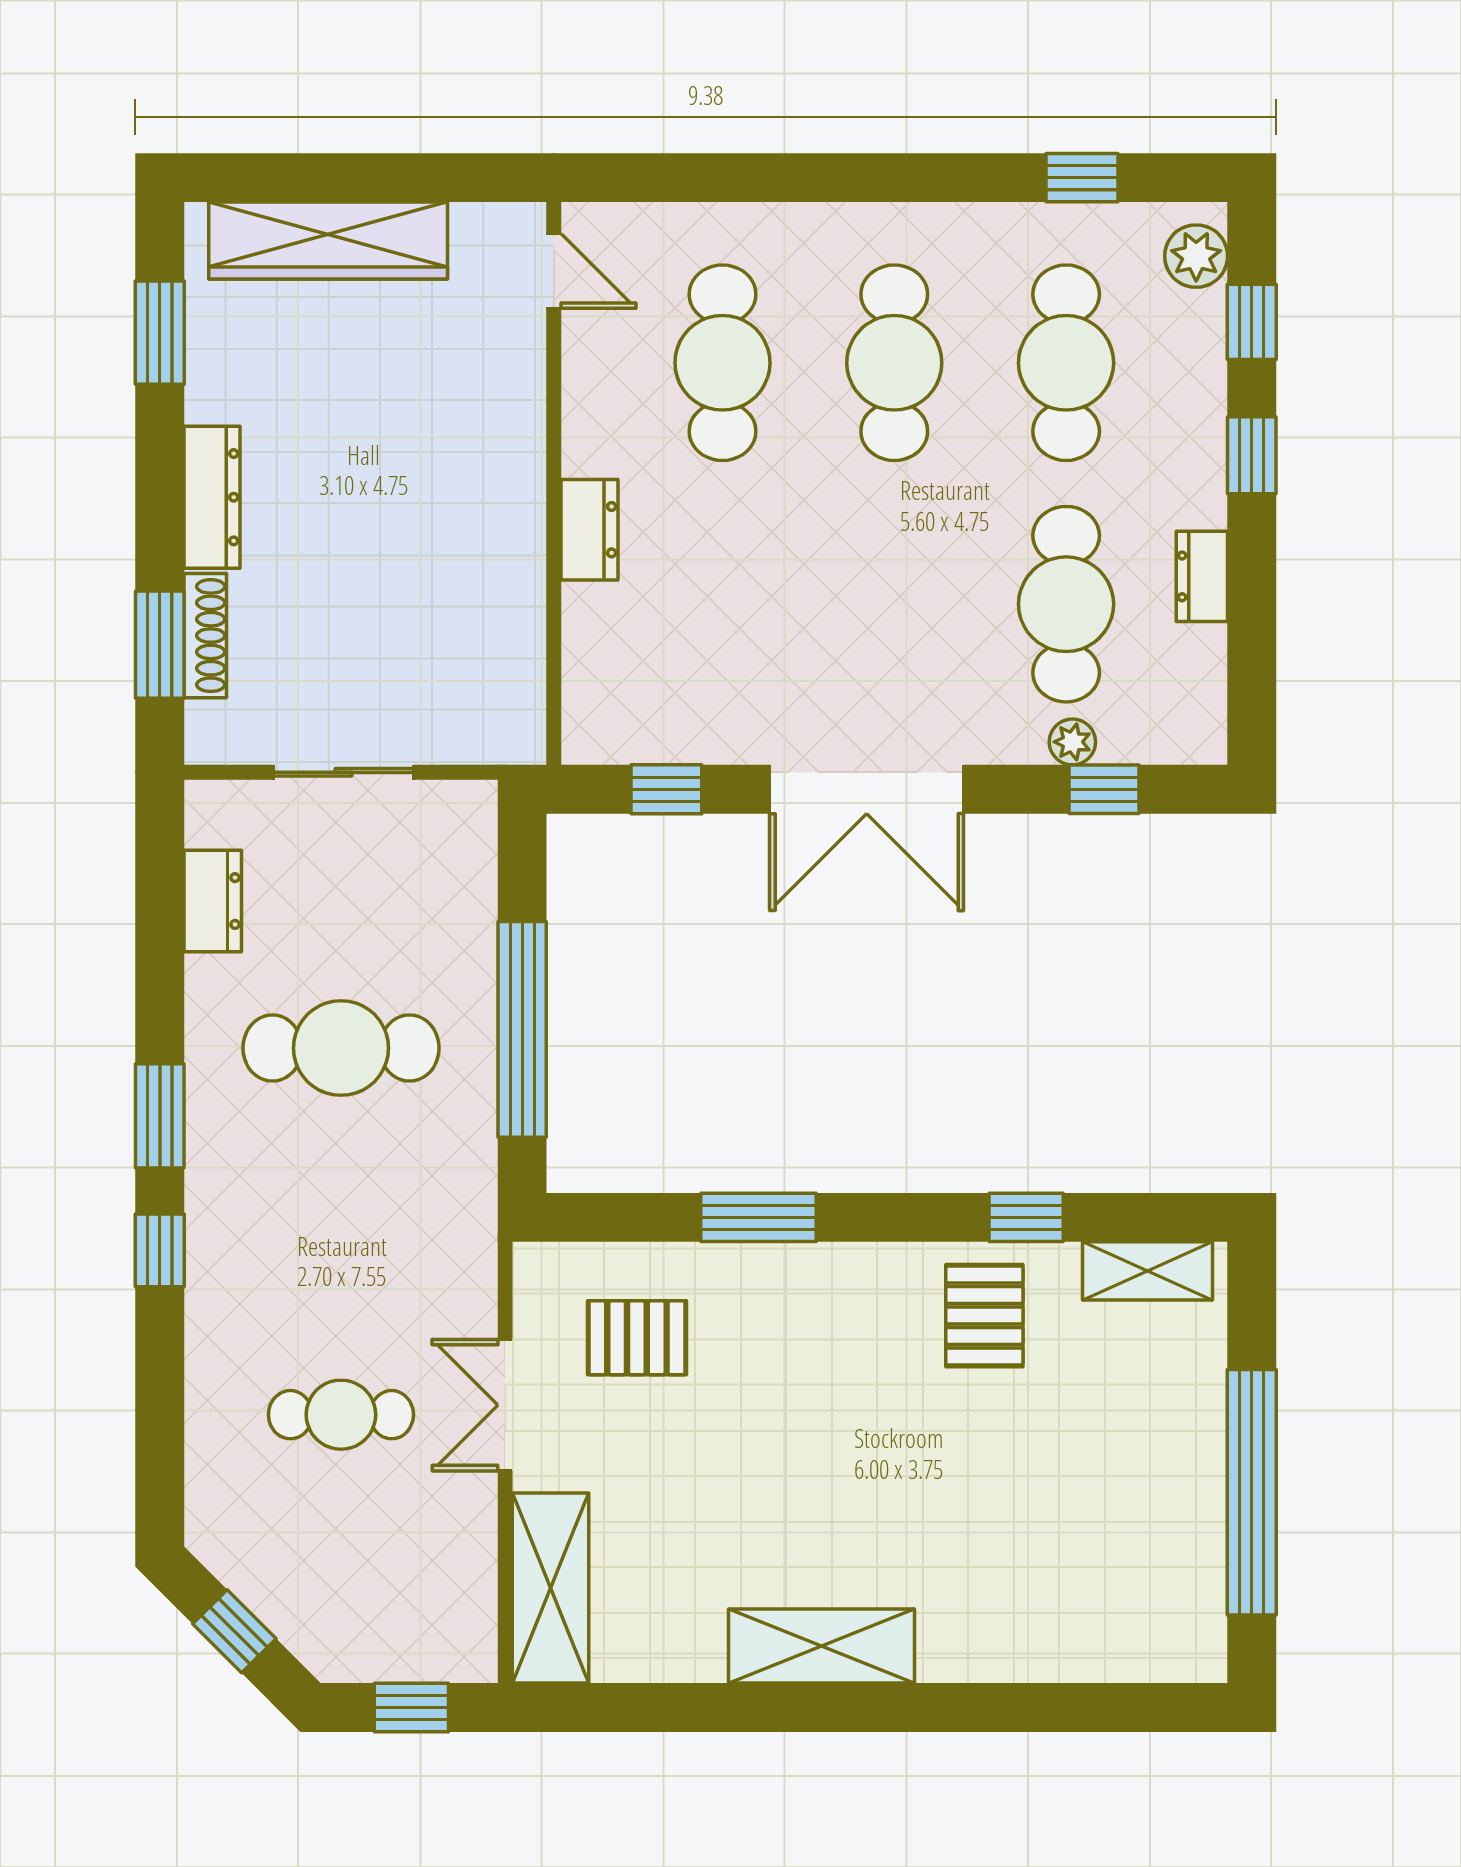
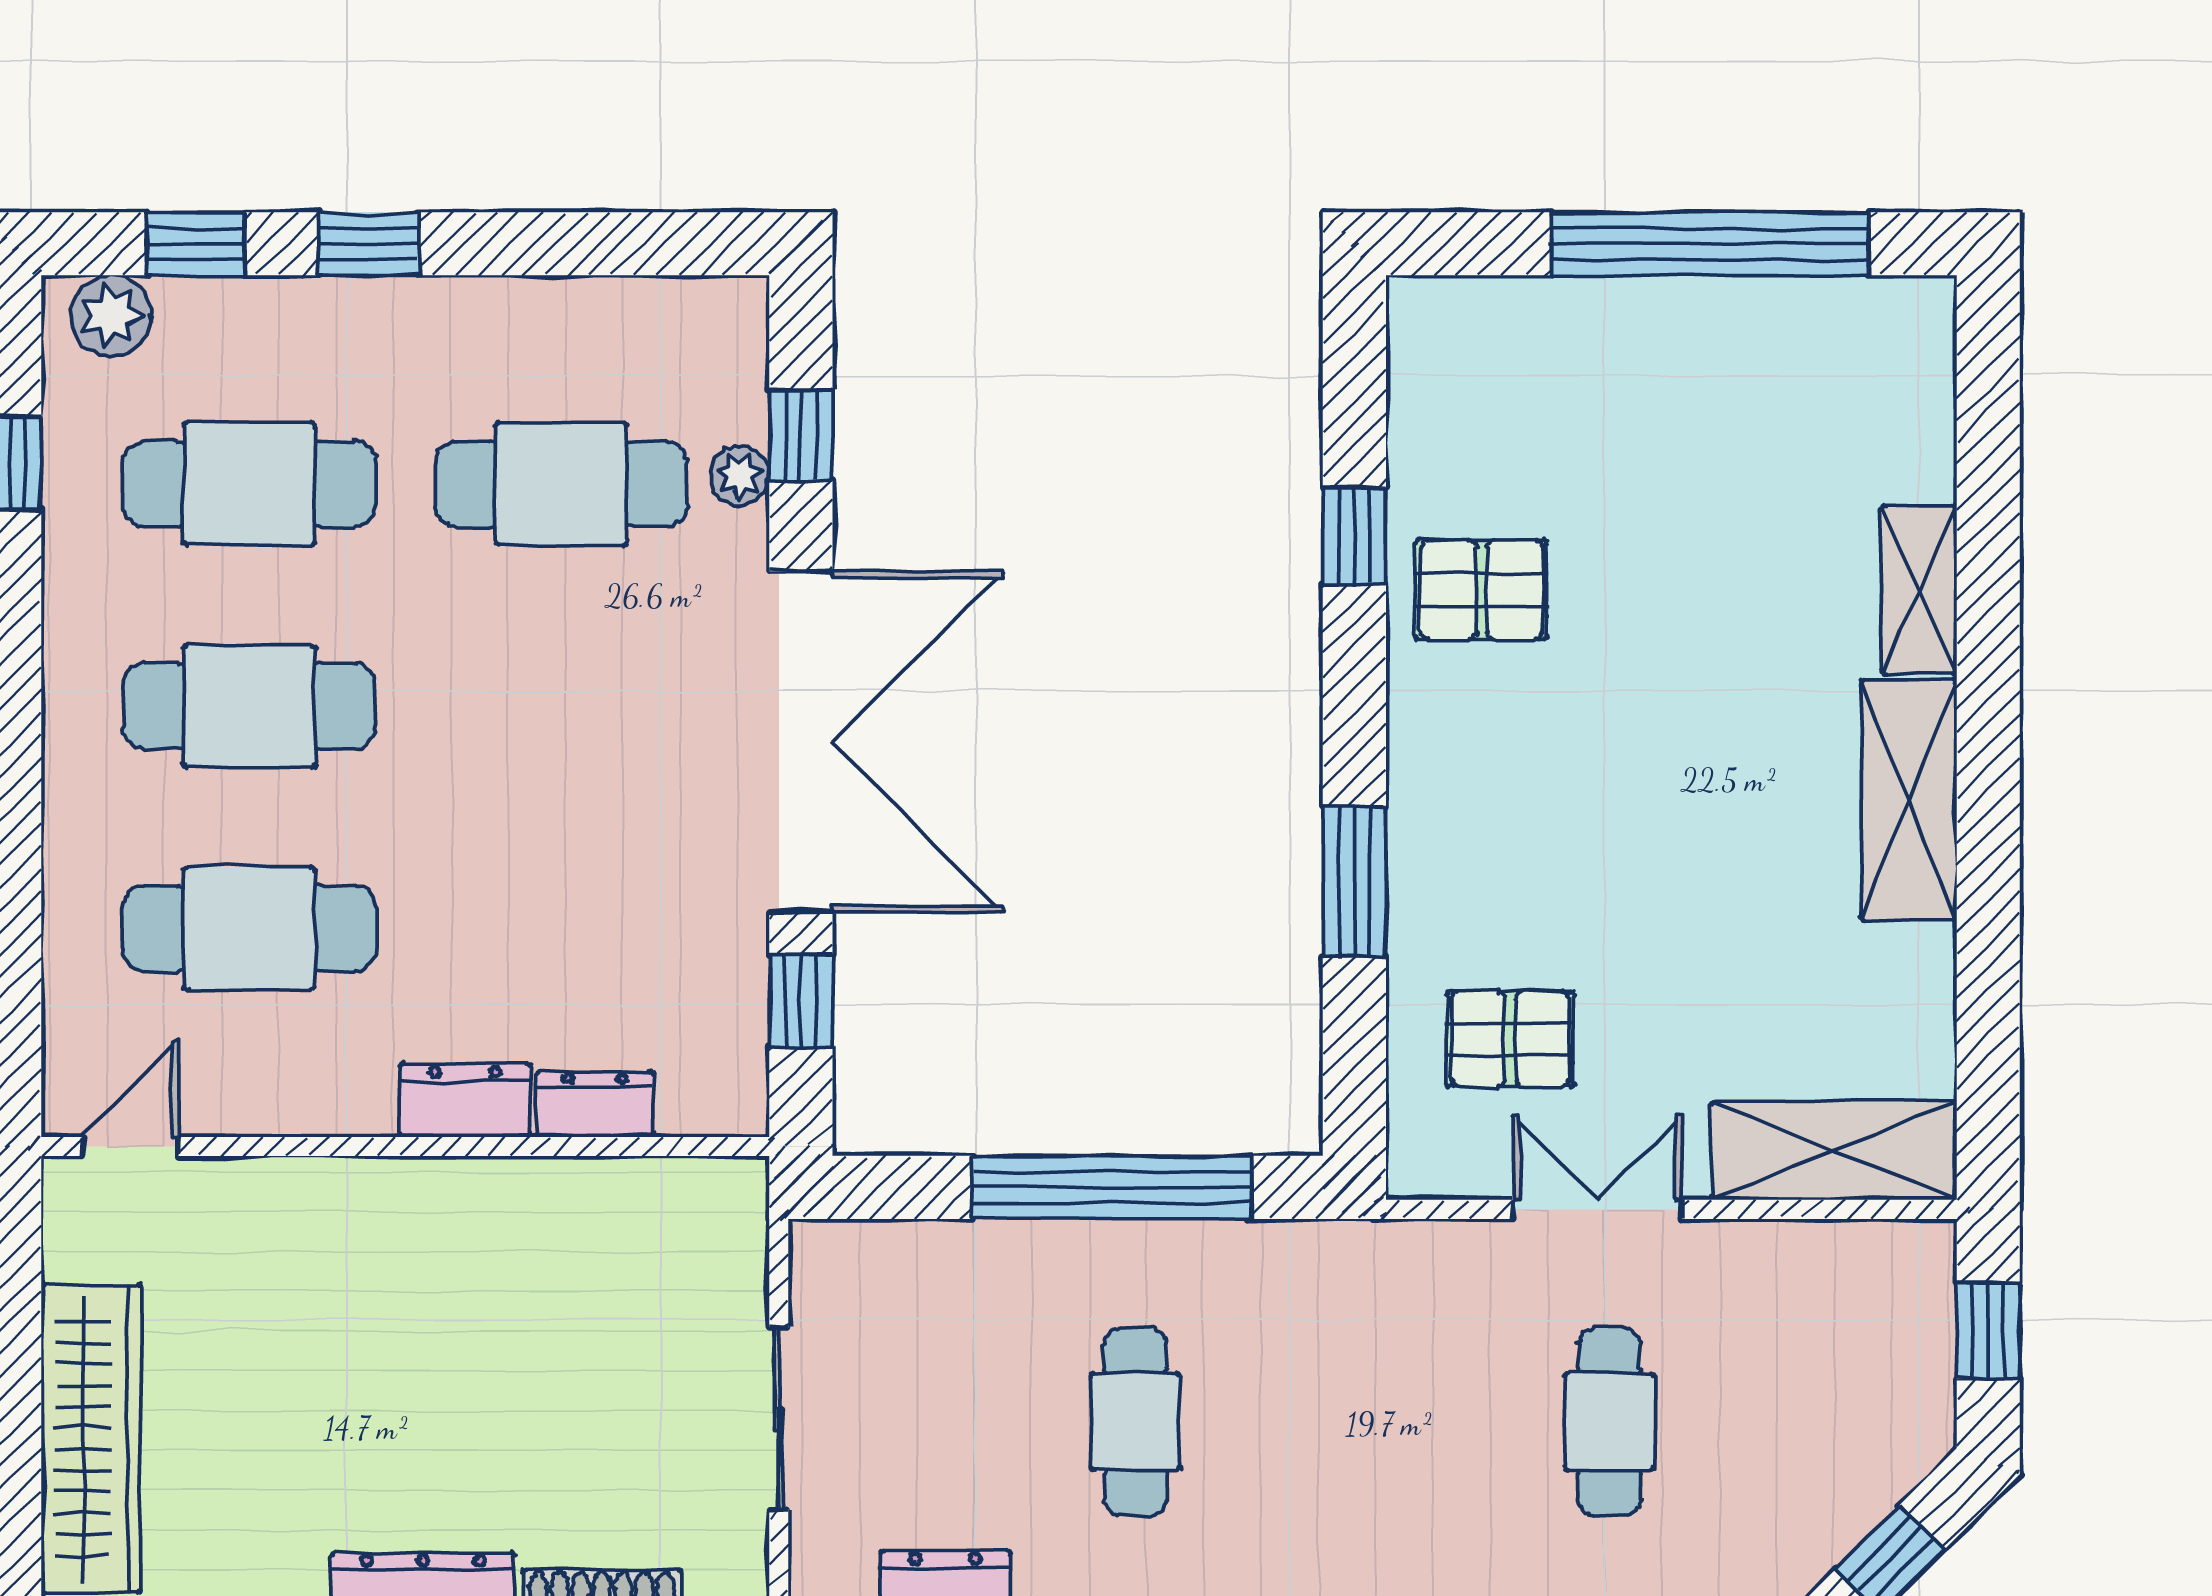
dresser: (1202, 576) -> (595, 1104), moved, turned 180
double door: (867, 789) -> (801, 742), width x1.36
cafe table: (341, 1048) -> (1135, 1422), width x0.73, depth x0.74
shelving: (1148, 1271) -> (1919, 590), moved
pallet: (637, 1338) -> (1510, 1039), turned 90
double door: (505, 1405) -> (1597, 1209), swing flipped

